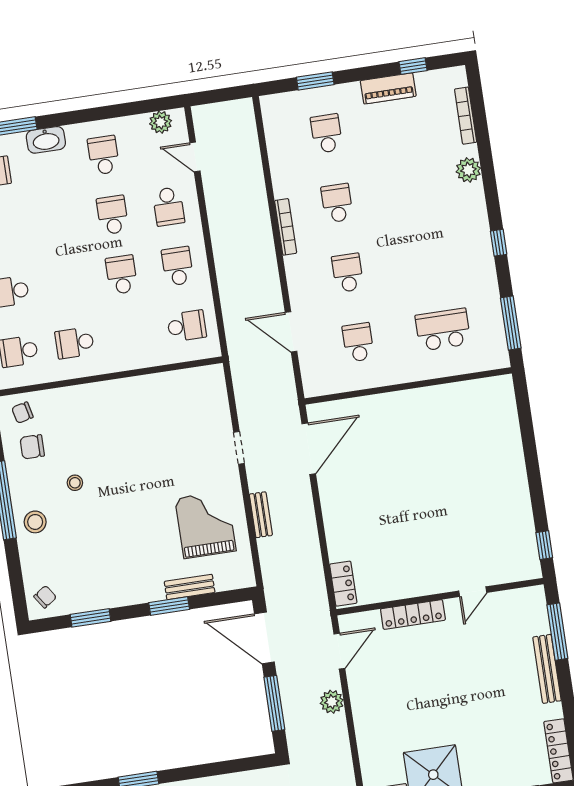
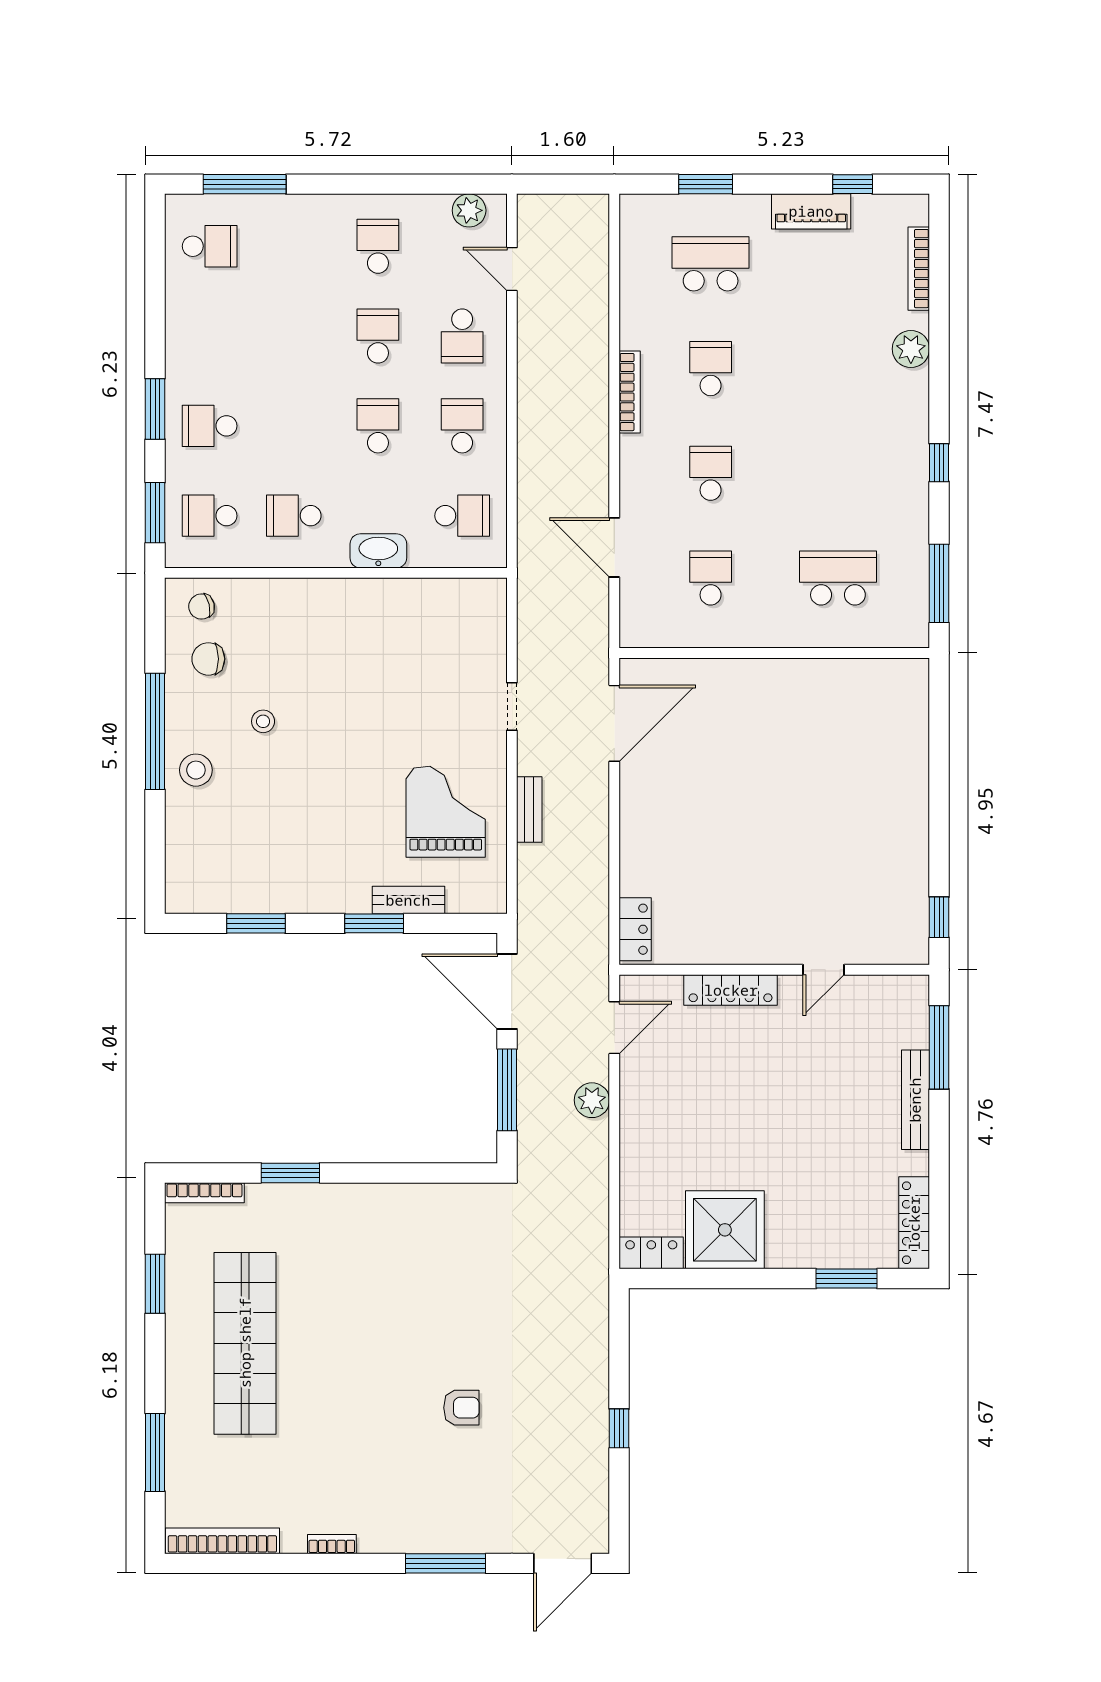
school desk: (327, 133) -> (711, 264), width x1.85
washbasin: (46, 140) -> (378, 551), moved, turned 180
chair: (45, 597) -> (194, 882), removed

